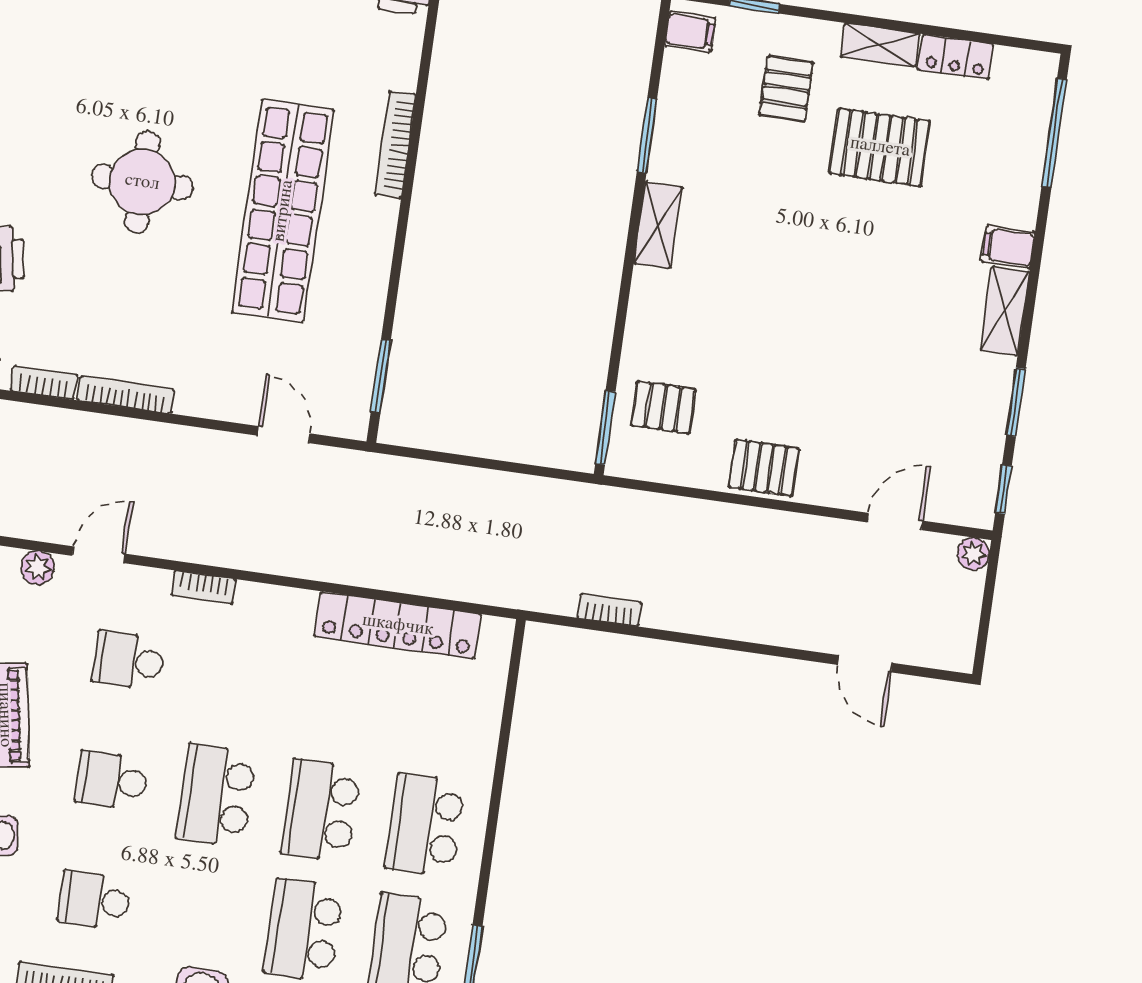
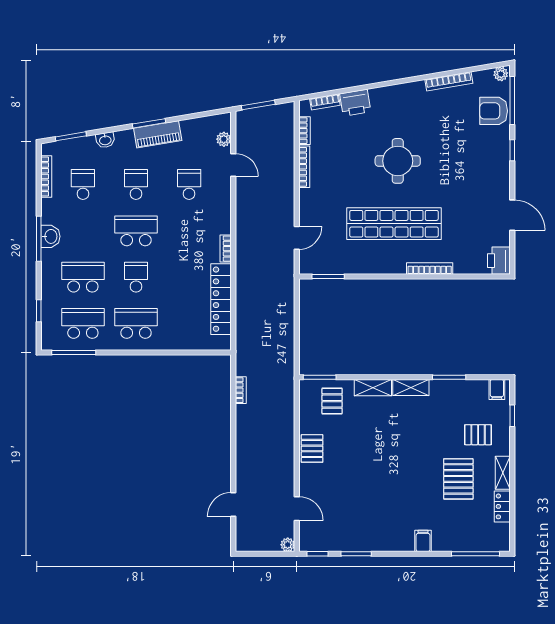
shelving: (1005, 311) -> (373, 388), moved
bookcase: (204, 587) -> (226, 249), moved
school desk: (321, 810) -> (136, 277), width x0.54

